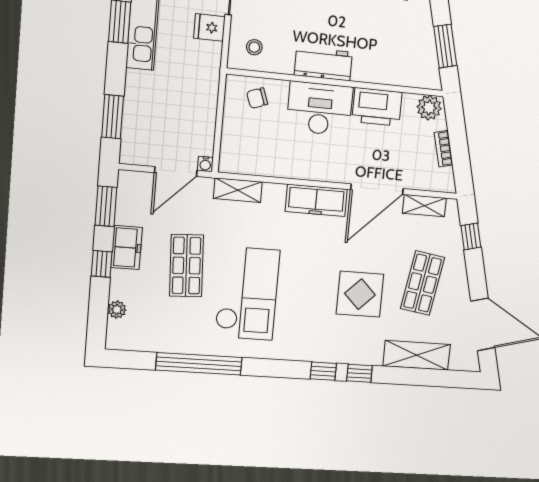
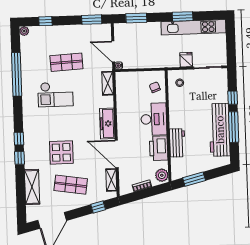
workbench: (323, 64) -> (177, 143), moved
freezer: (126, 247) -> (72, 32), removed
window: (102, 264) -> (45, 21), moved
checkout: (247, 293) -> (56, 94), width x0.73, depth x0.83
plant: (117, 310) -> (24, 31), moved

